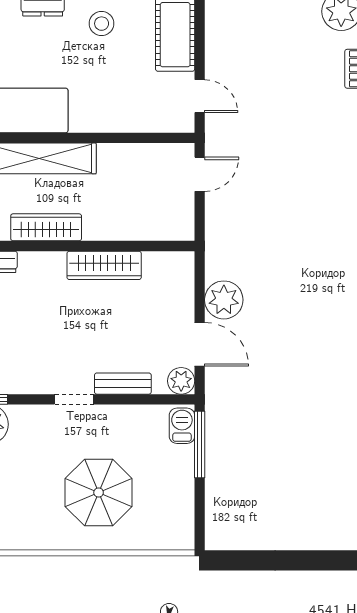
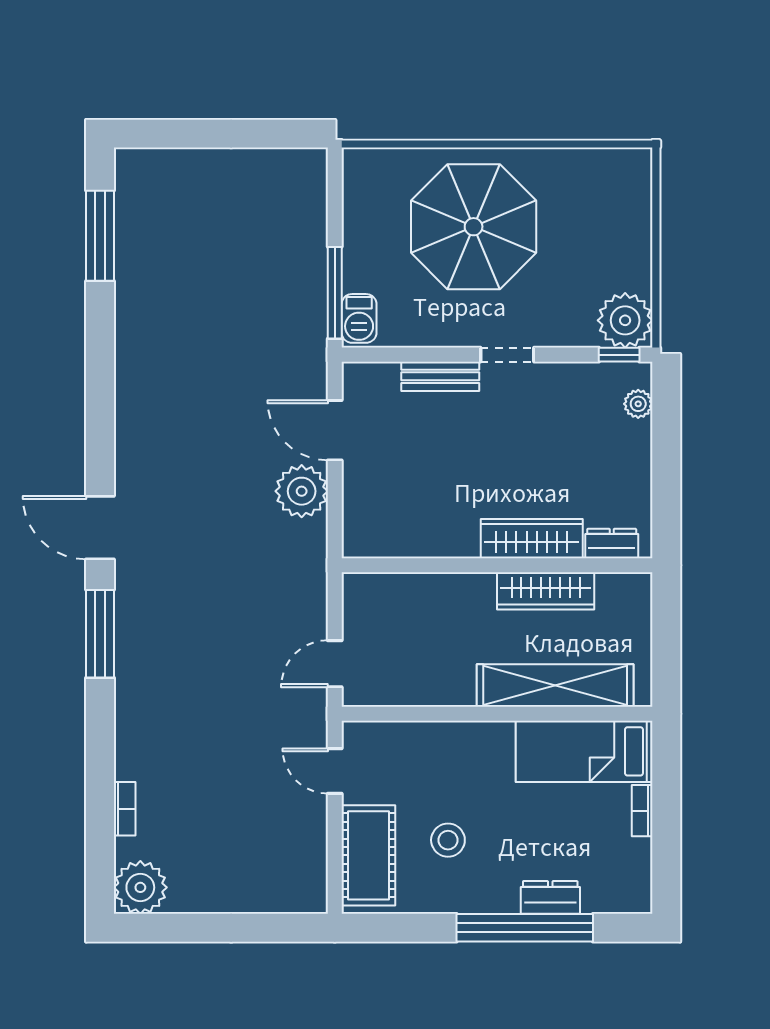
stool: (102, 24) -> (448, 840), moved
wardrobe: (104, 265) -> (532, 539), moved
plant: (181, 381) -> (360, 380), removed
parasol: (99, 493) -> (474, 227), width x1.36, depth x1.36

